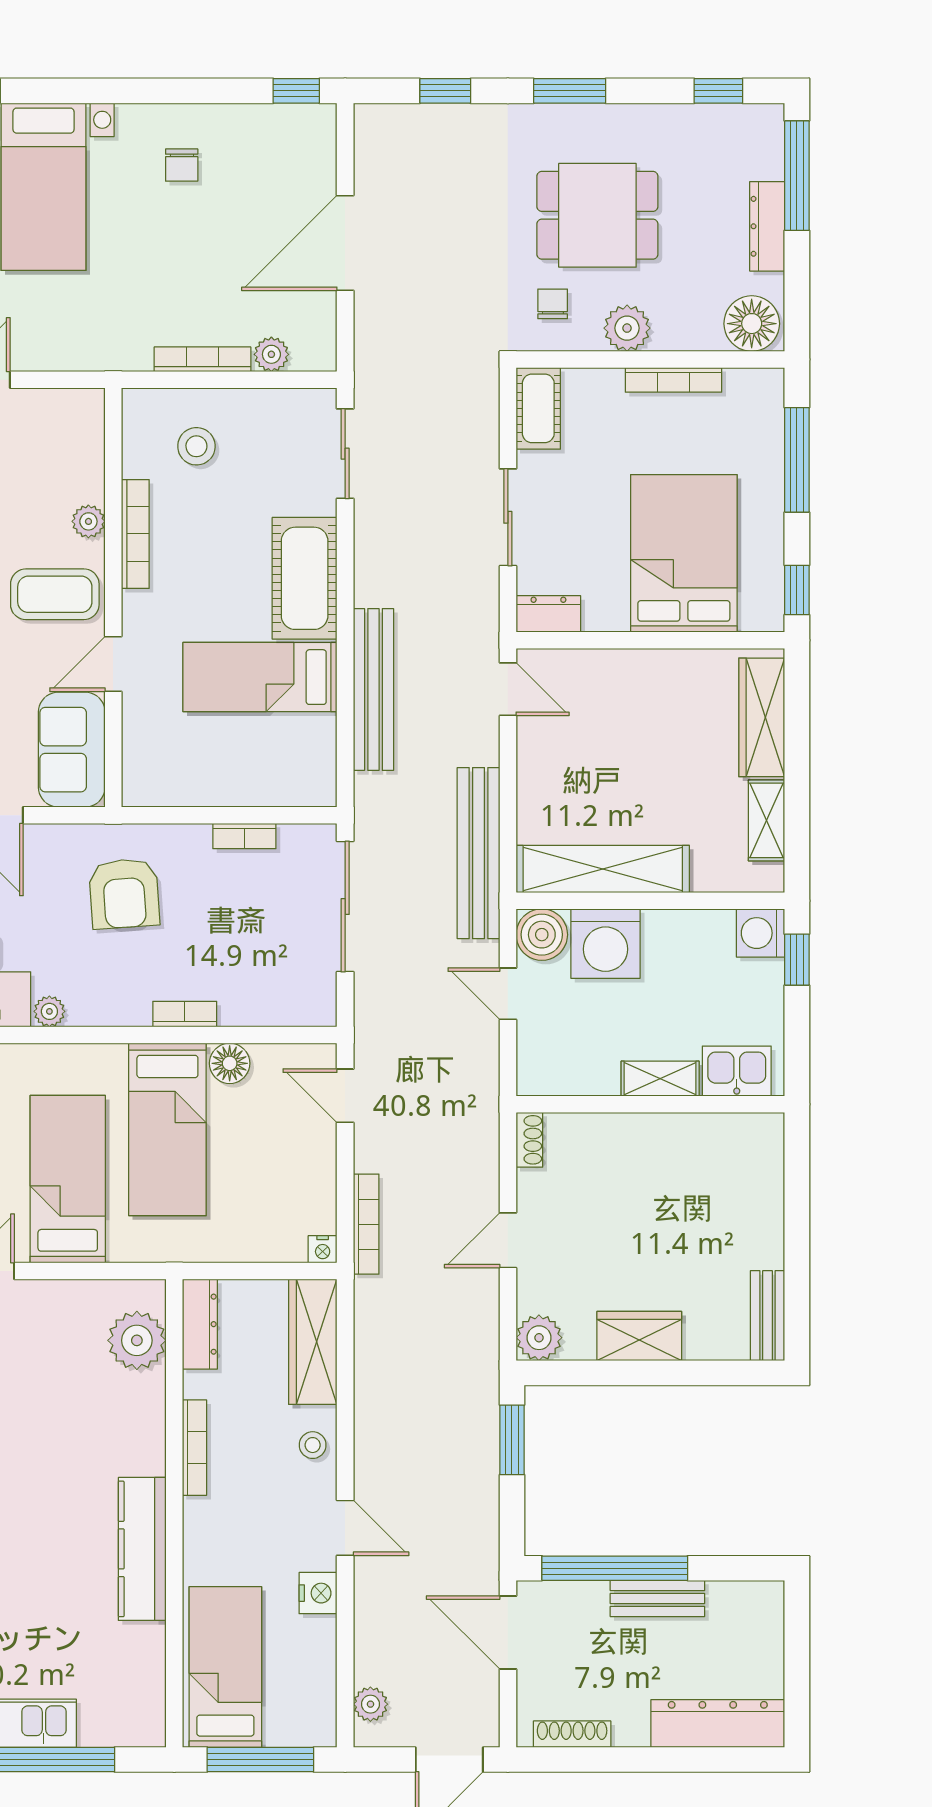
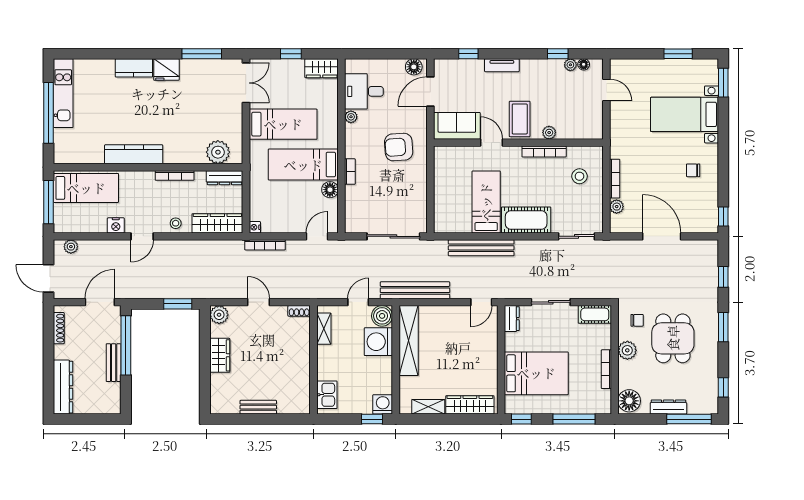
bookcase: (244, 836) -> (422, 196), removed
shelving: (660, 1079) -> (324, 329), moved
bench: (768, 1316) -> (258, 407), moved

